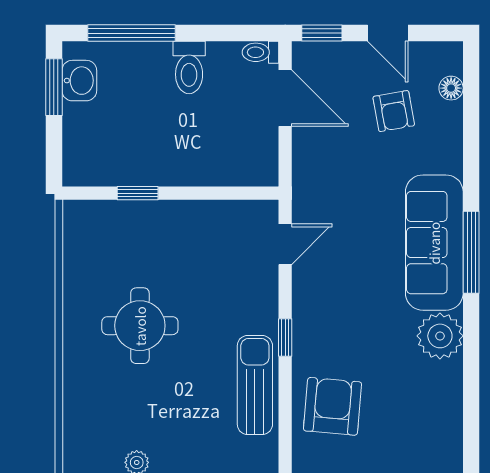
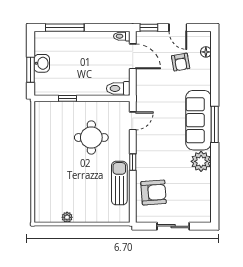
toilet: (189, 67) -> (118, 88), moved, turned 90
washbasin: (79, 81) -> (42, 63), moved
window: (54, 87) -> (31, 70), moved
round table: (140, 326) -> (91, 137), moved
armchair: (332, 406) -> (154, 192), turned 81

